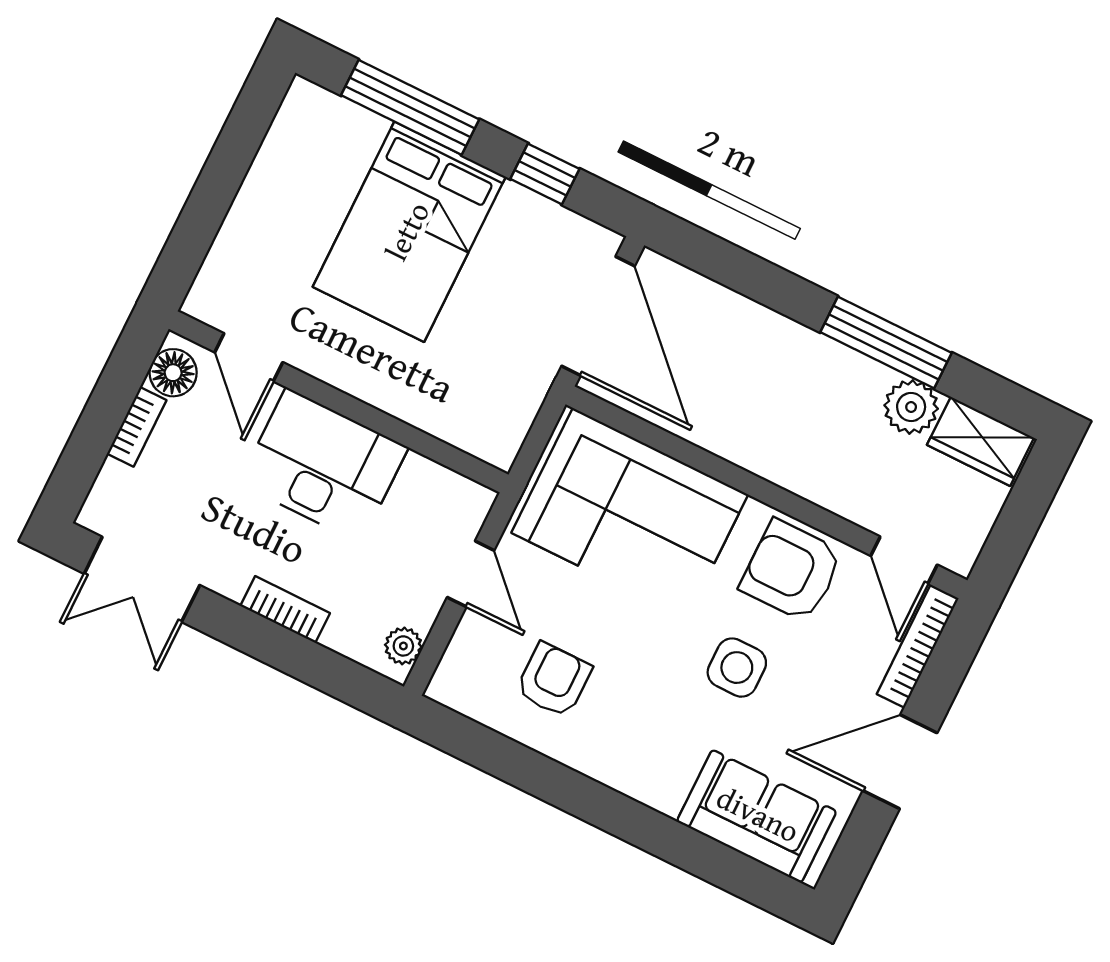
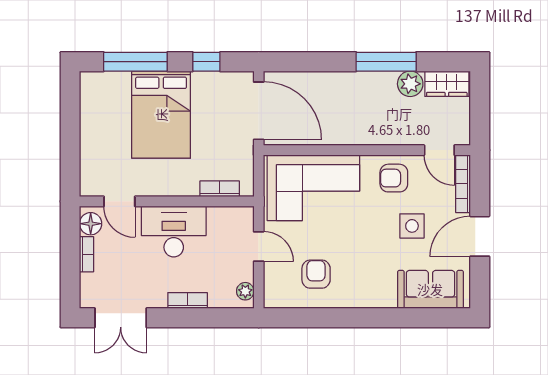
bookcase: (451, 428) -> (220, 189), added
armchair: (792, 571) -> (394, 178), width x0.72, depth x0.72
side table: (737, 668) -> (412, 226), moved

